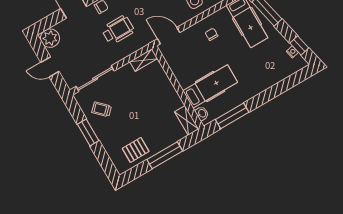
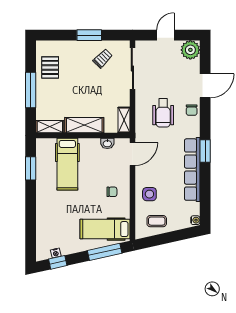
shelving: (168, 92) -> (84, 125), added
washbasin: (202, 113) -> (107, 143), moved
window: (232, 116) -> (31, 168), width x0.69

